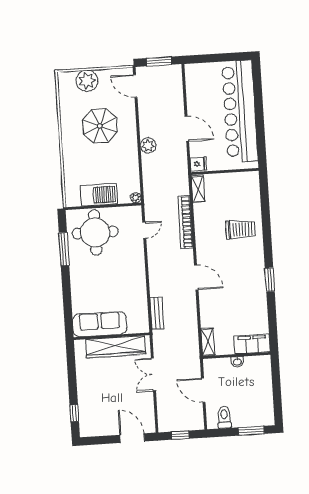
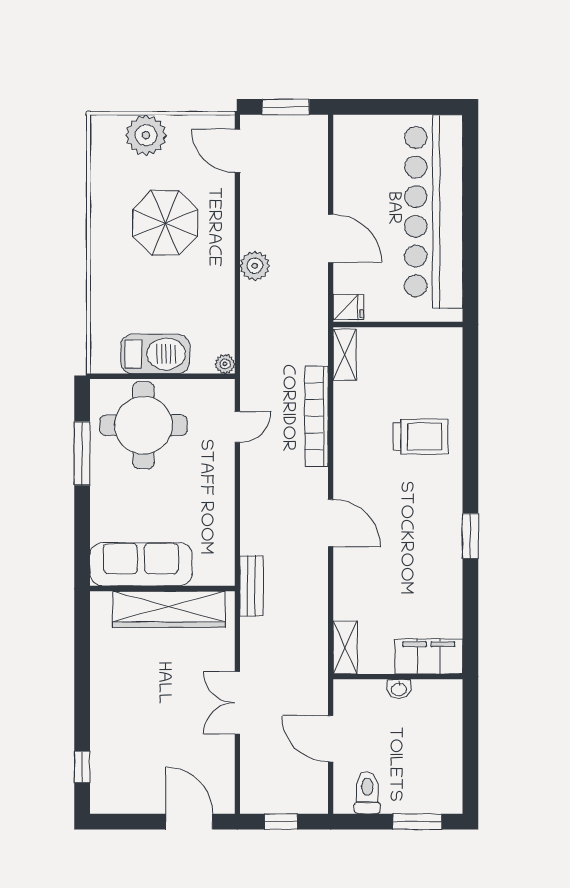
sofa: (100, 324) -> (141, 564), moved
wall: (112, 336) -> (162, 589), moved
wardrobe: (116, 347) -> (169, 609), moved

